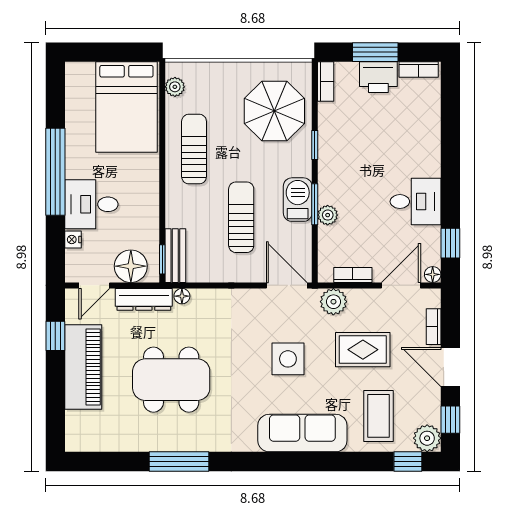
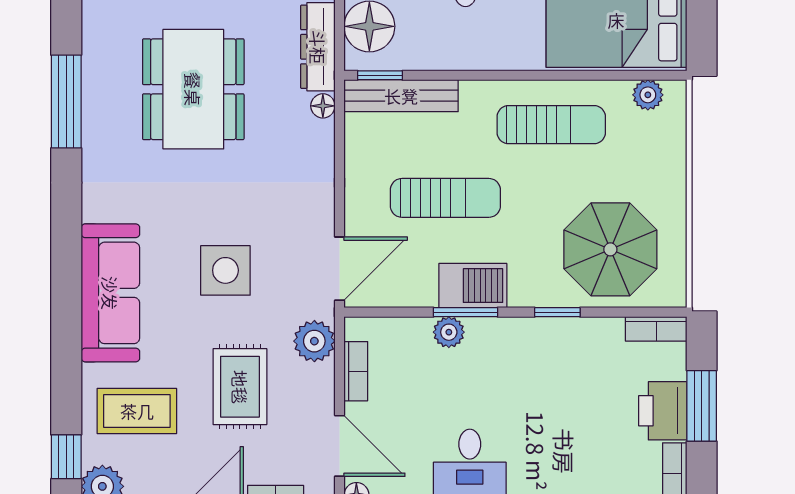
bench: (175, 256) -> (401, 96), width x1.36

